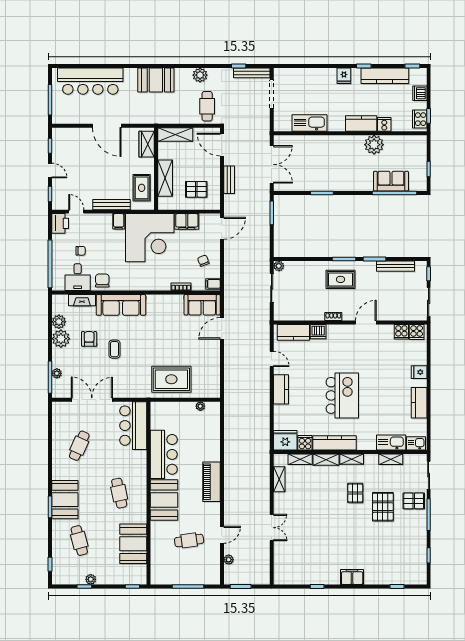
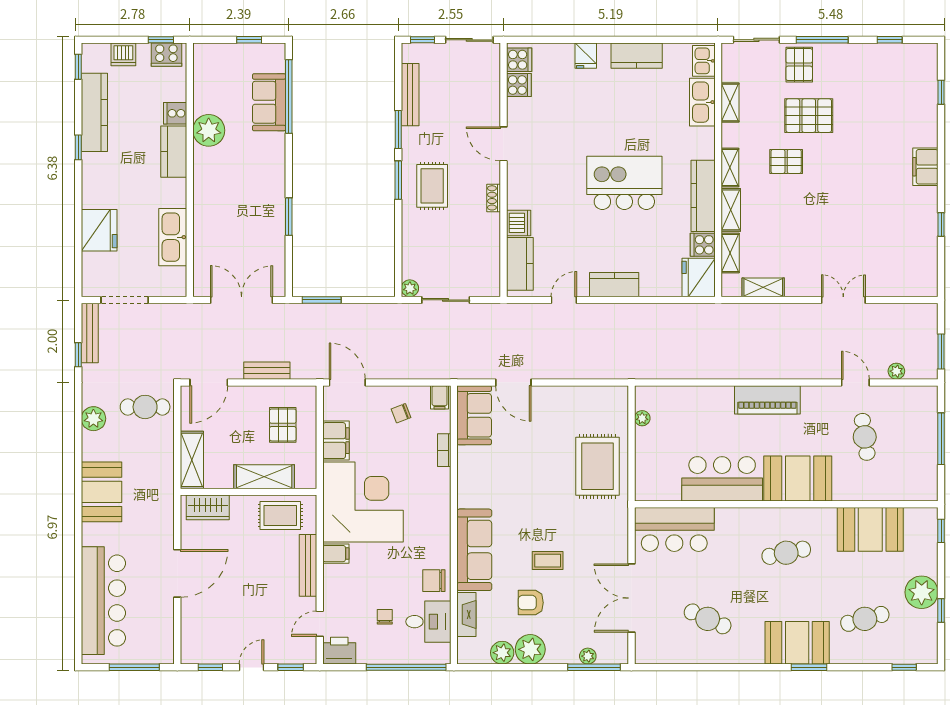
fridge: (344, 76) -> (99, 230), moved, width x1.88, depth x1.34
plant: (91, 579) -> (922, 592), width x1.87, depth x1.87

